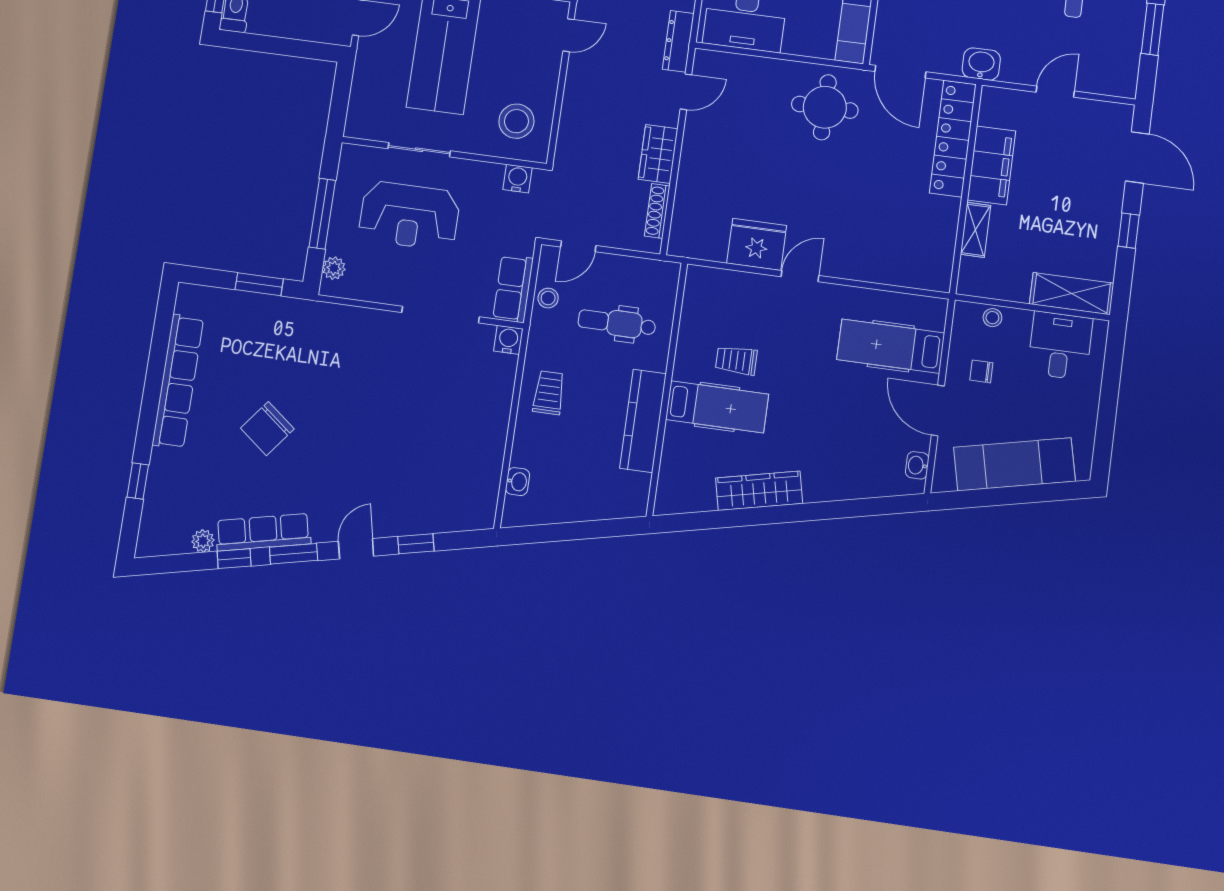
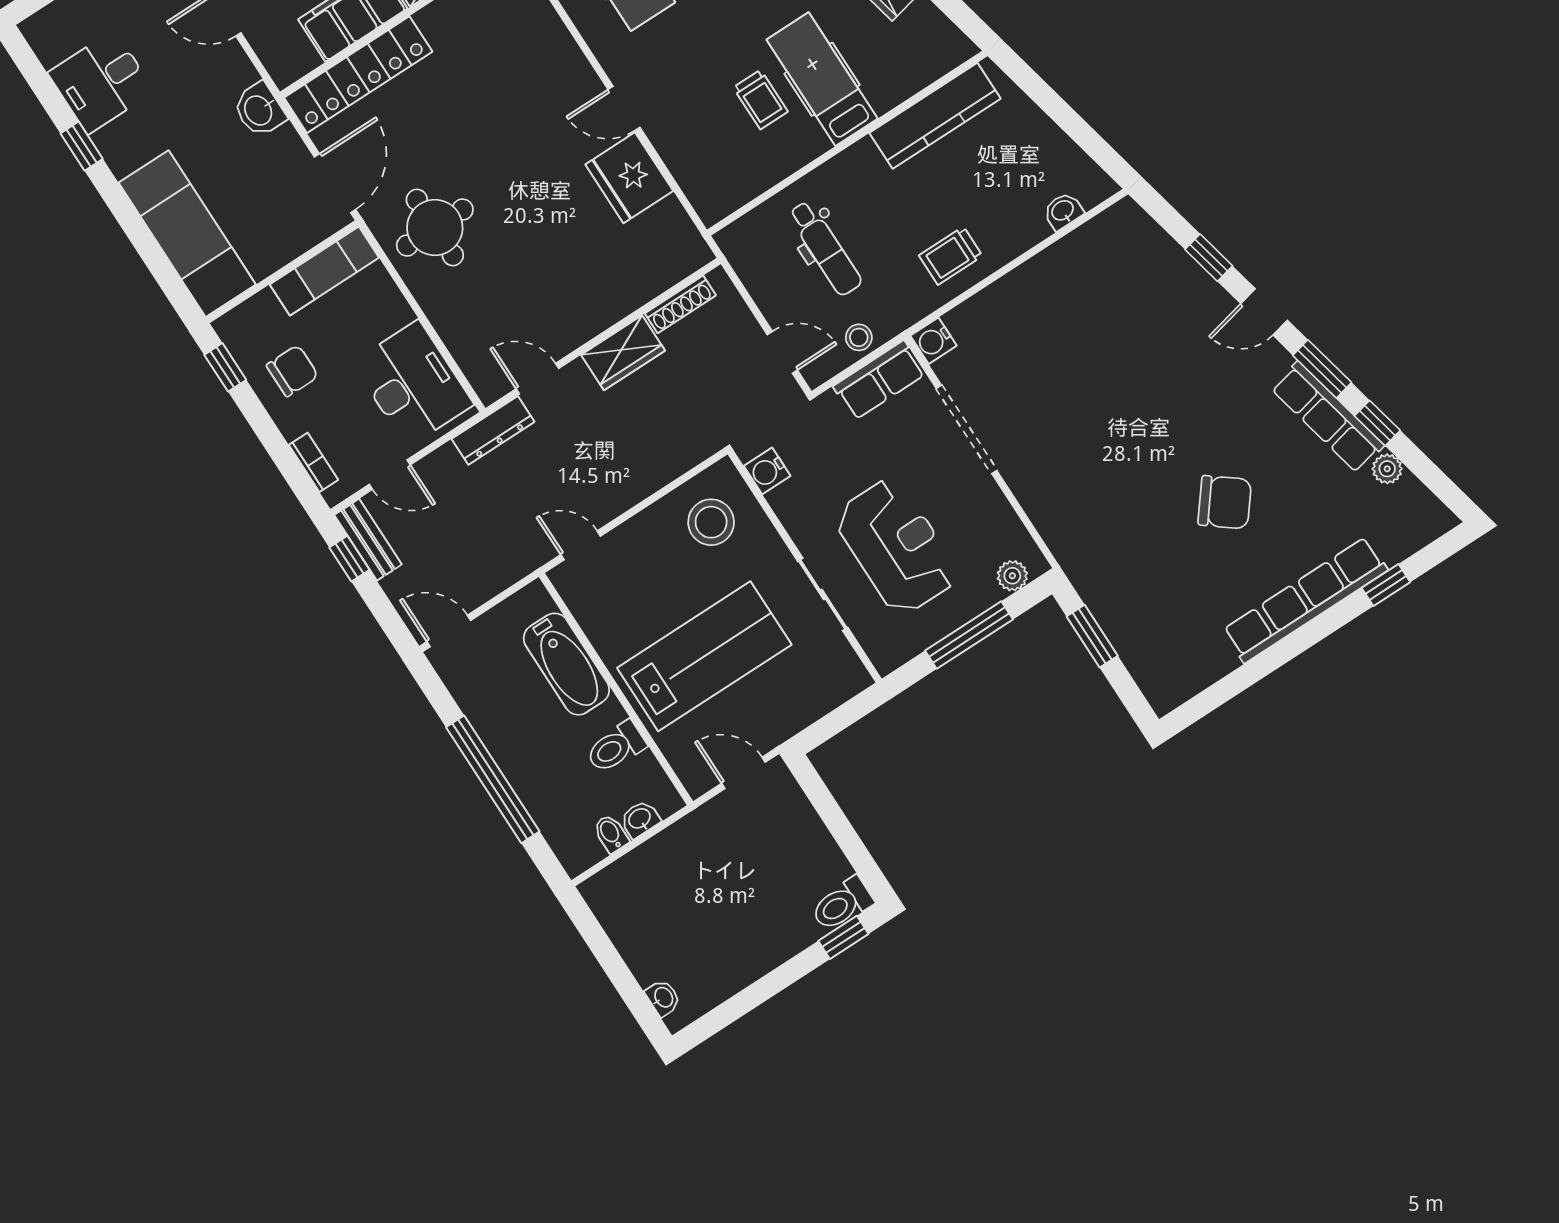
row of seats: (178, 381) -> (1305, 600), moved
kitchen counter: (643, 421) -> (935, 116), moved

